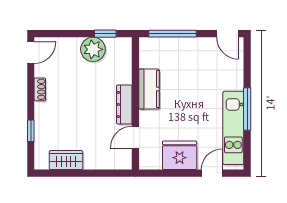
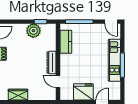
kitchen counter: (149, 89) -> (66, 42), moved
kitchen unit: (233, 128) -> (114, 60), moved
door: (135, 137) -> (58, 81), hinge flipped

